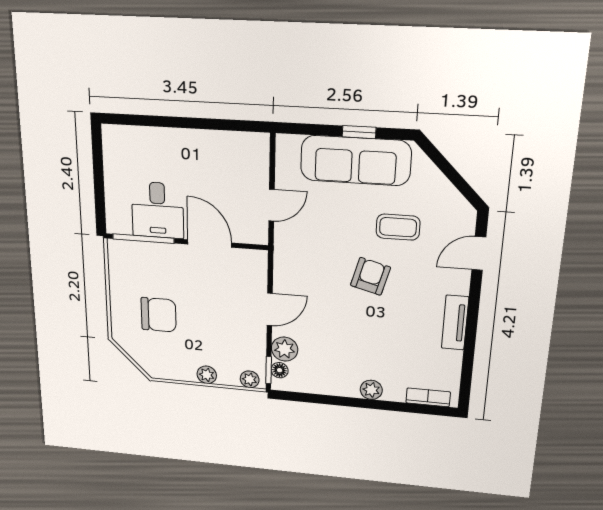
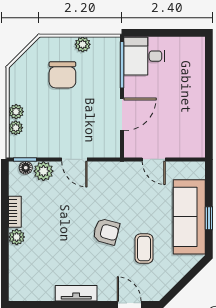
desk: (157, 210) -> (144, 56), moved
plant: (119, 286) -> (83, 44), added
plant: (250, 379) -> (16, 128), moved
bookcase: (428, 397) -> (15, 212), moved

